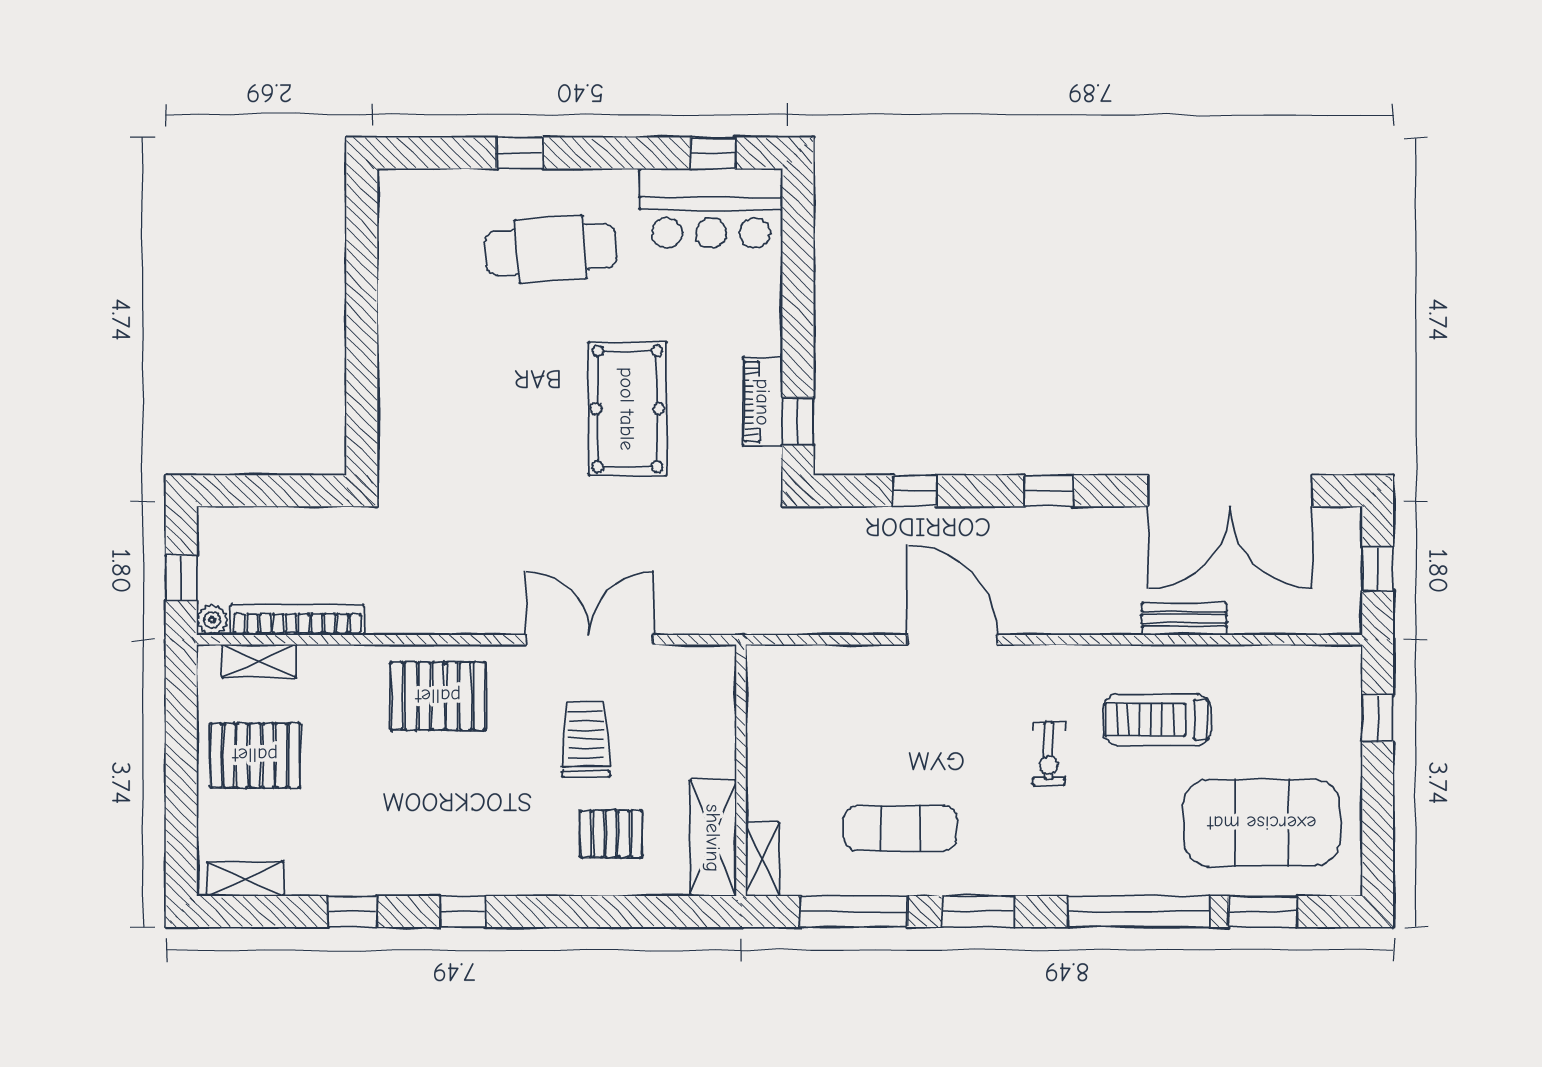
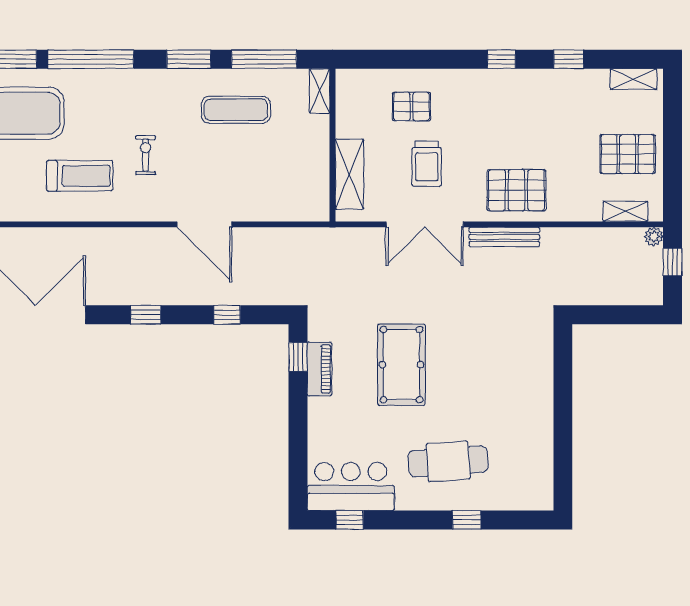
bench: (1184, 619) -> (504, 237), moved, width x1.36
bookcase: (297, 620) -> (602, 236), removed
shelving: (713, 838) -> (349, 174), moved

